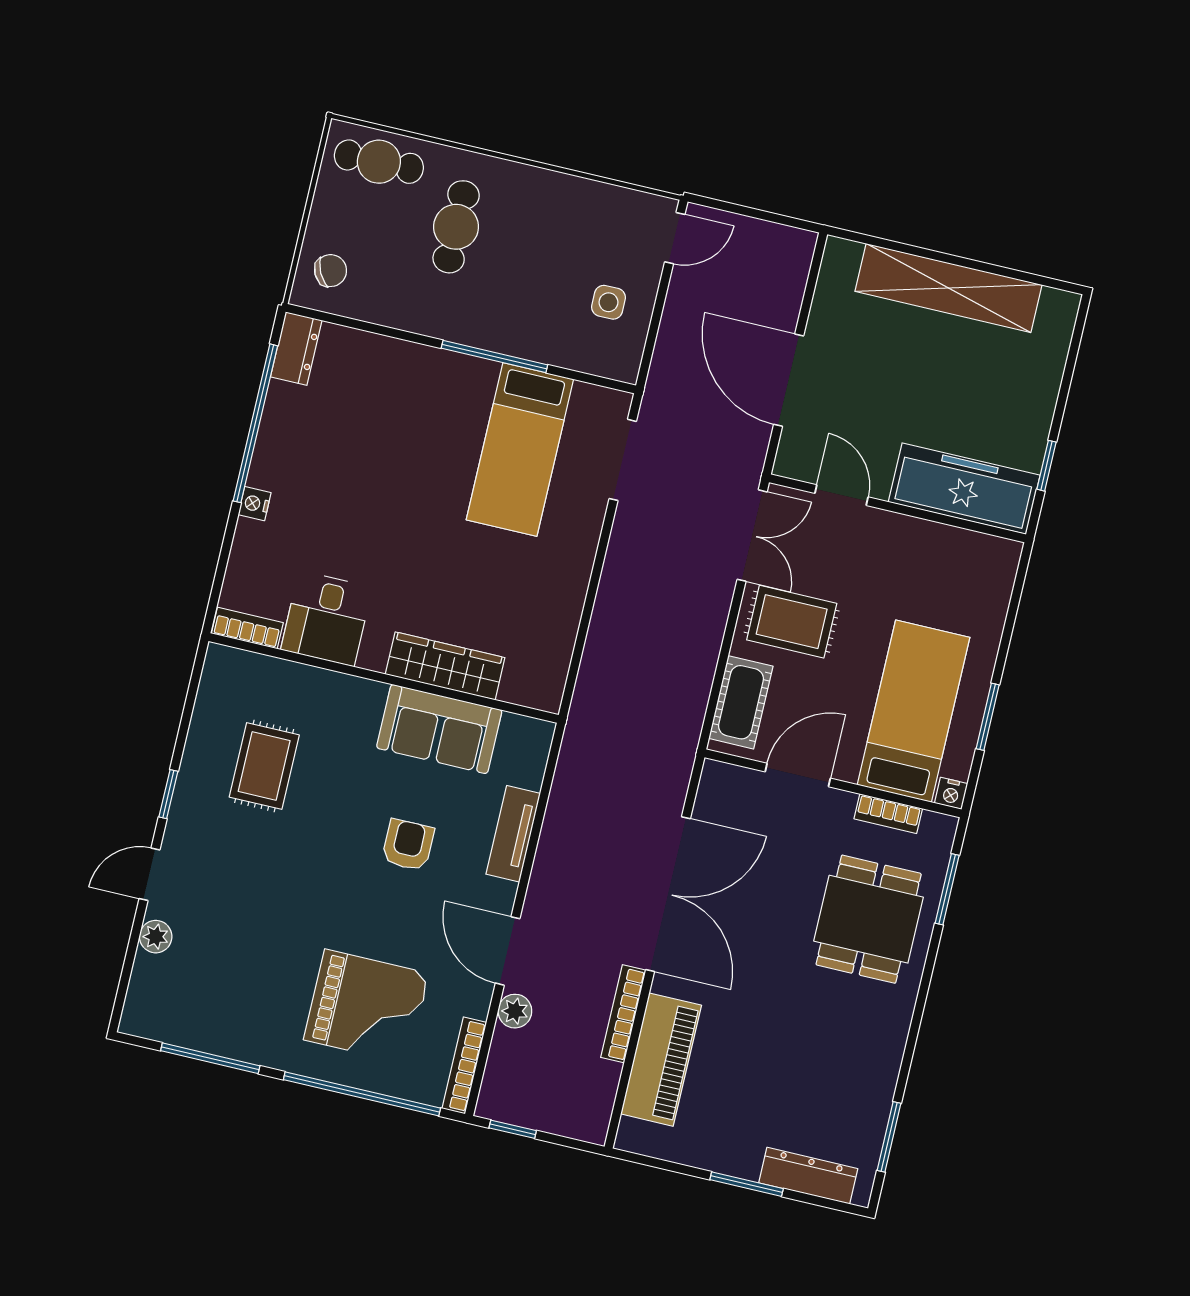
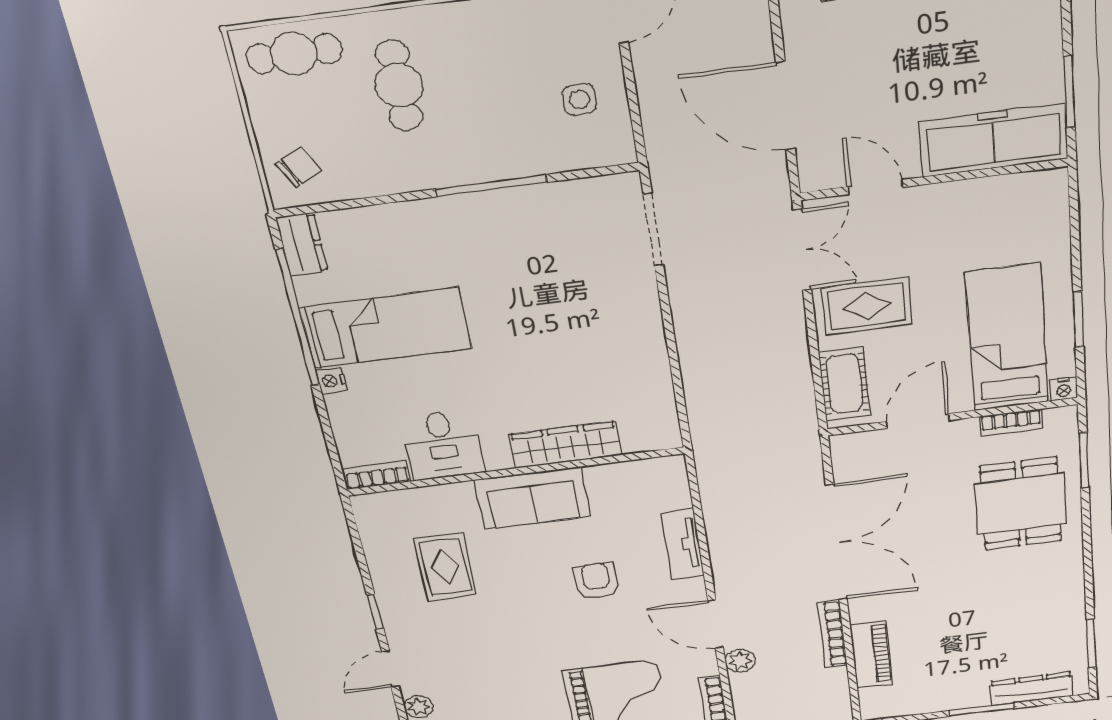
bed: (520, 450) -> (386, 328), moved, turned -90
window: (1046, 466) -> (1069, 92), width x1.50
sofa: (439, 729) -> (532, 498), moved
piano: (661, 1060) -> (871, 654), width x0.73, depth x0.75

